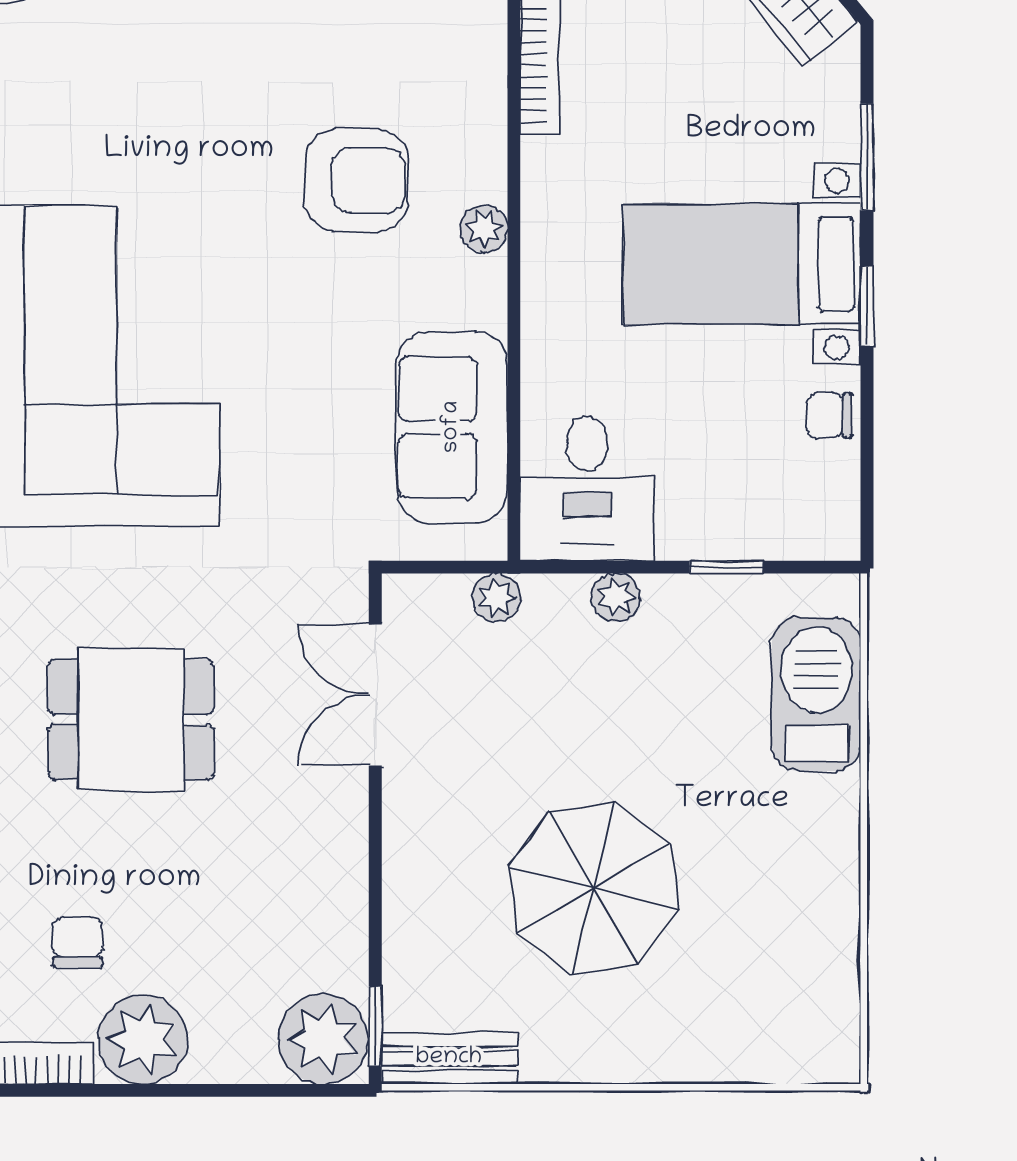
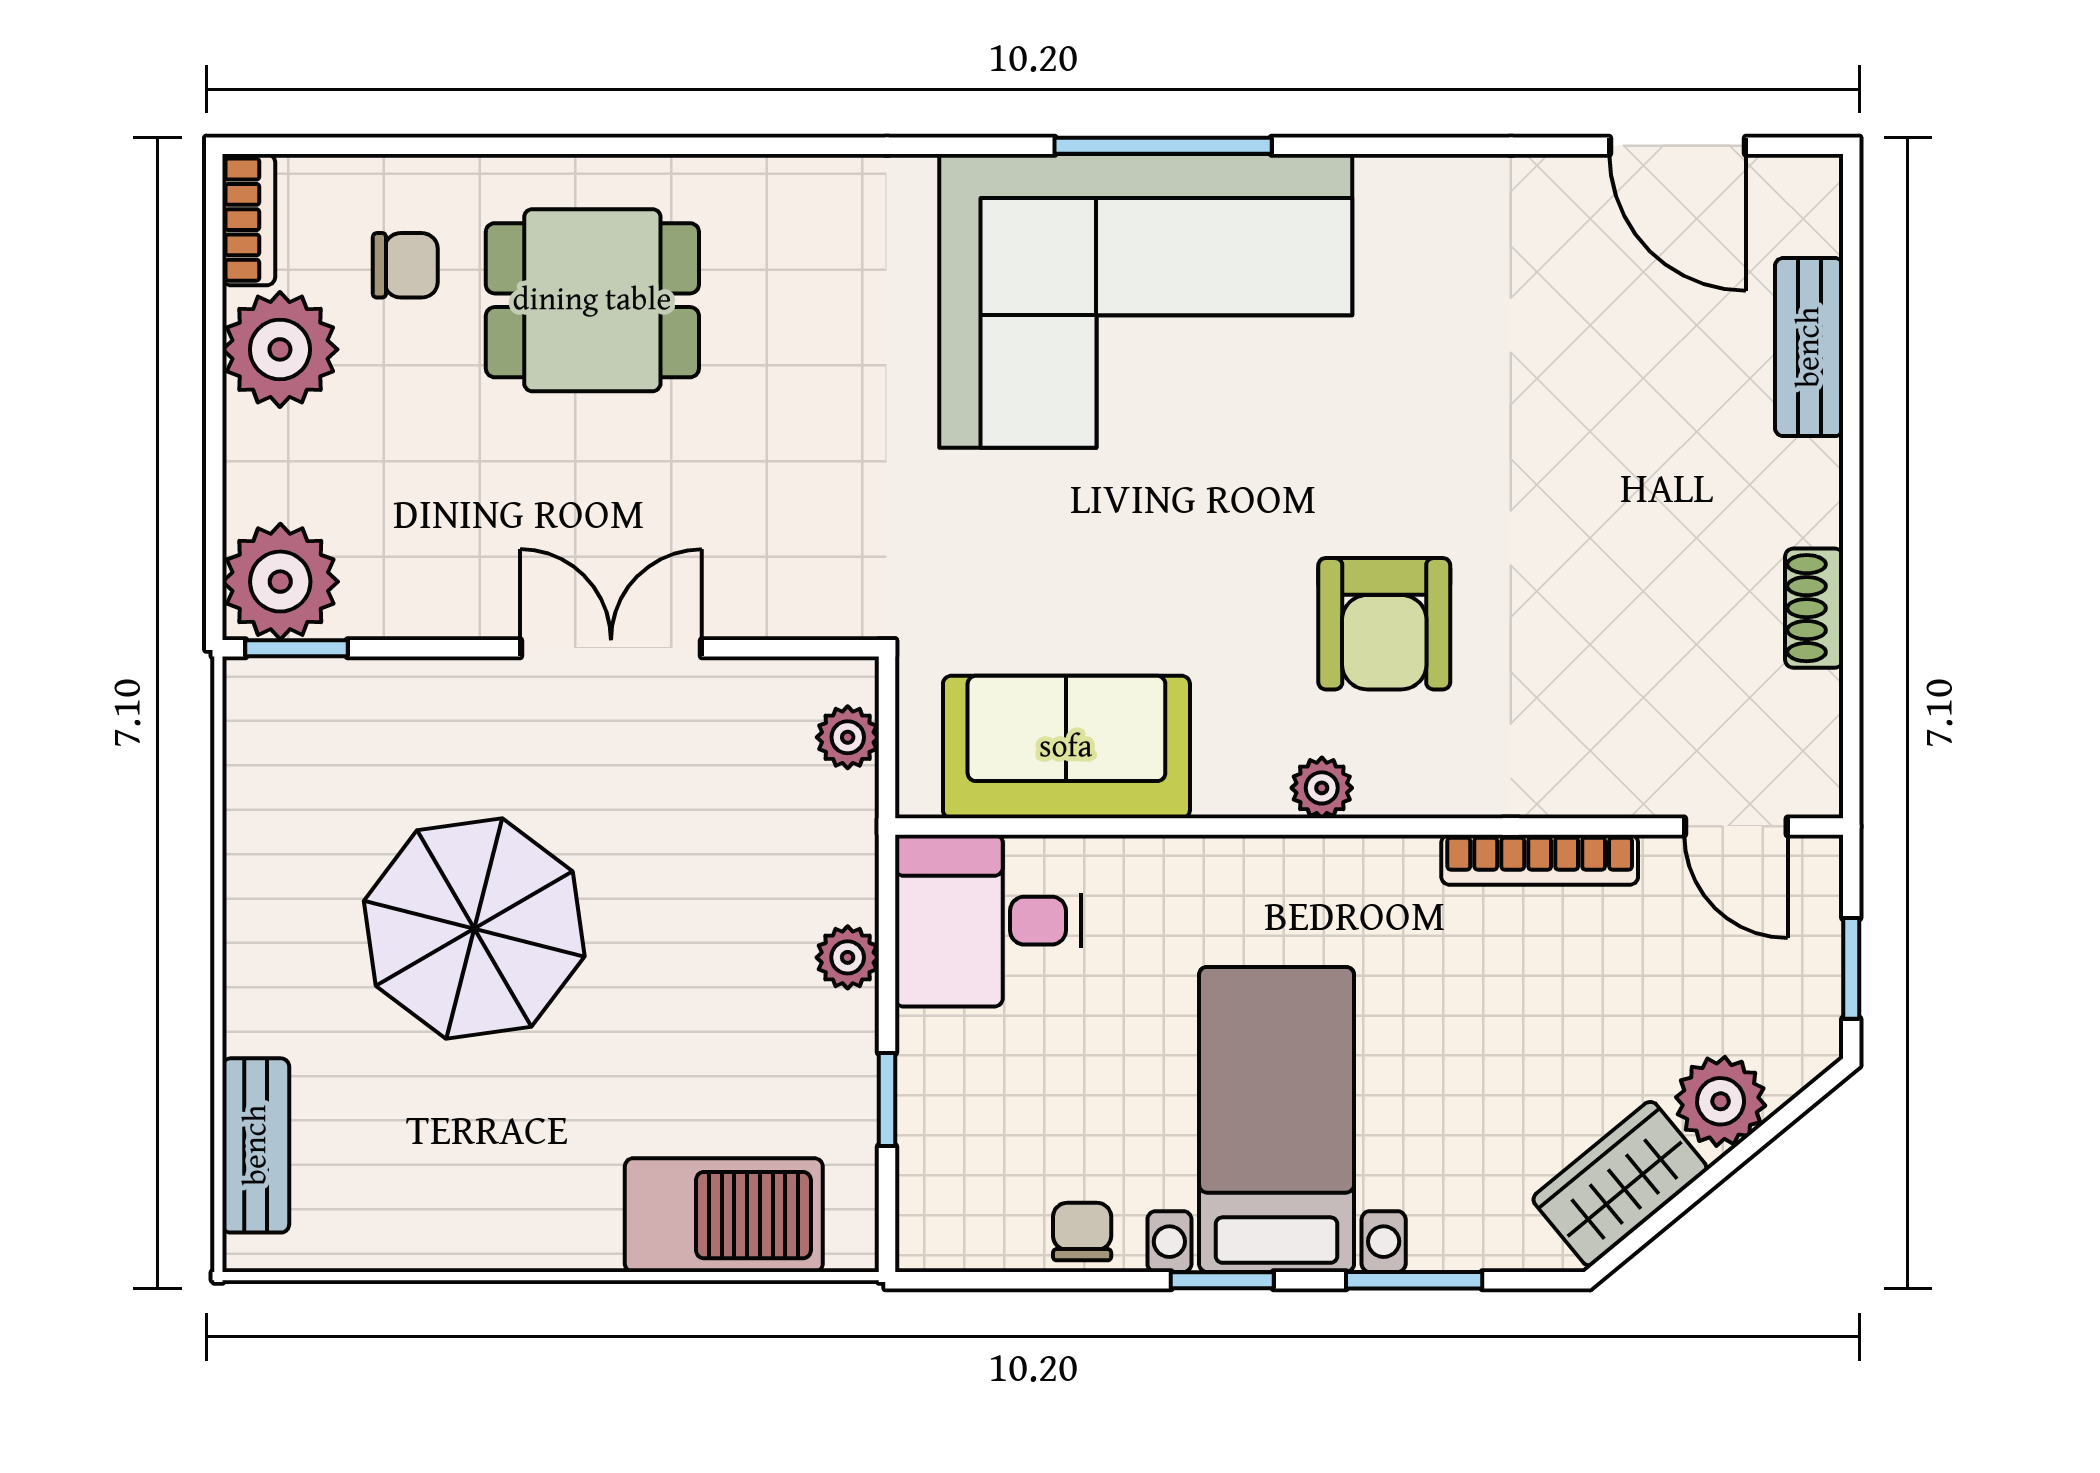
plant: (496, 598) -> (848, 737), moved
double door: (375, 695) -> (611, 648), moved
dining table: (131, 720) -> (592, 300), moved, turned 90
bench: (449, 1058) -> (256, 1145), moved

